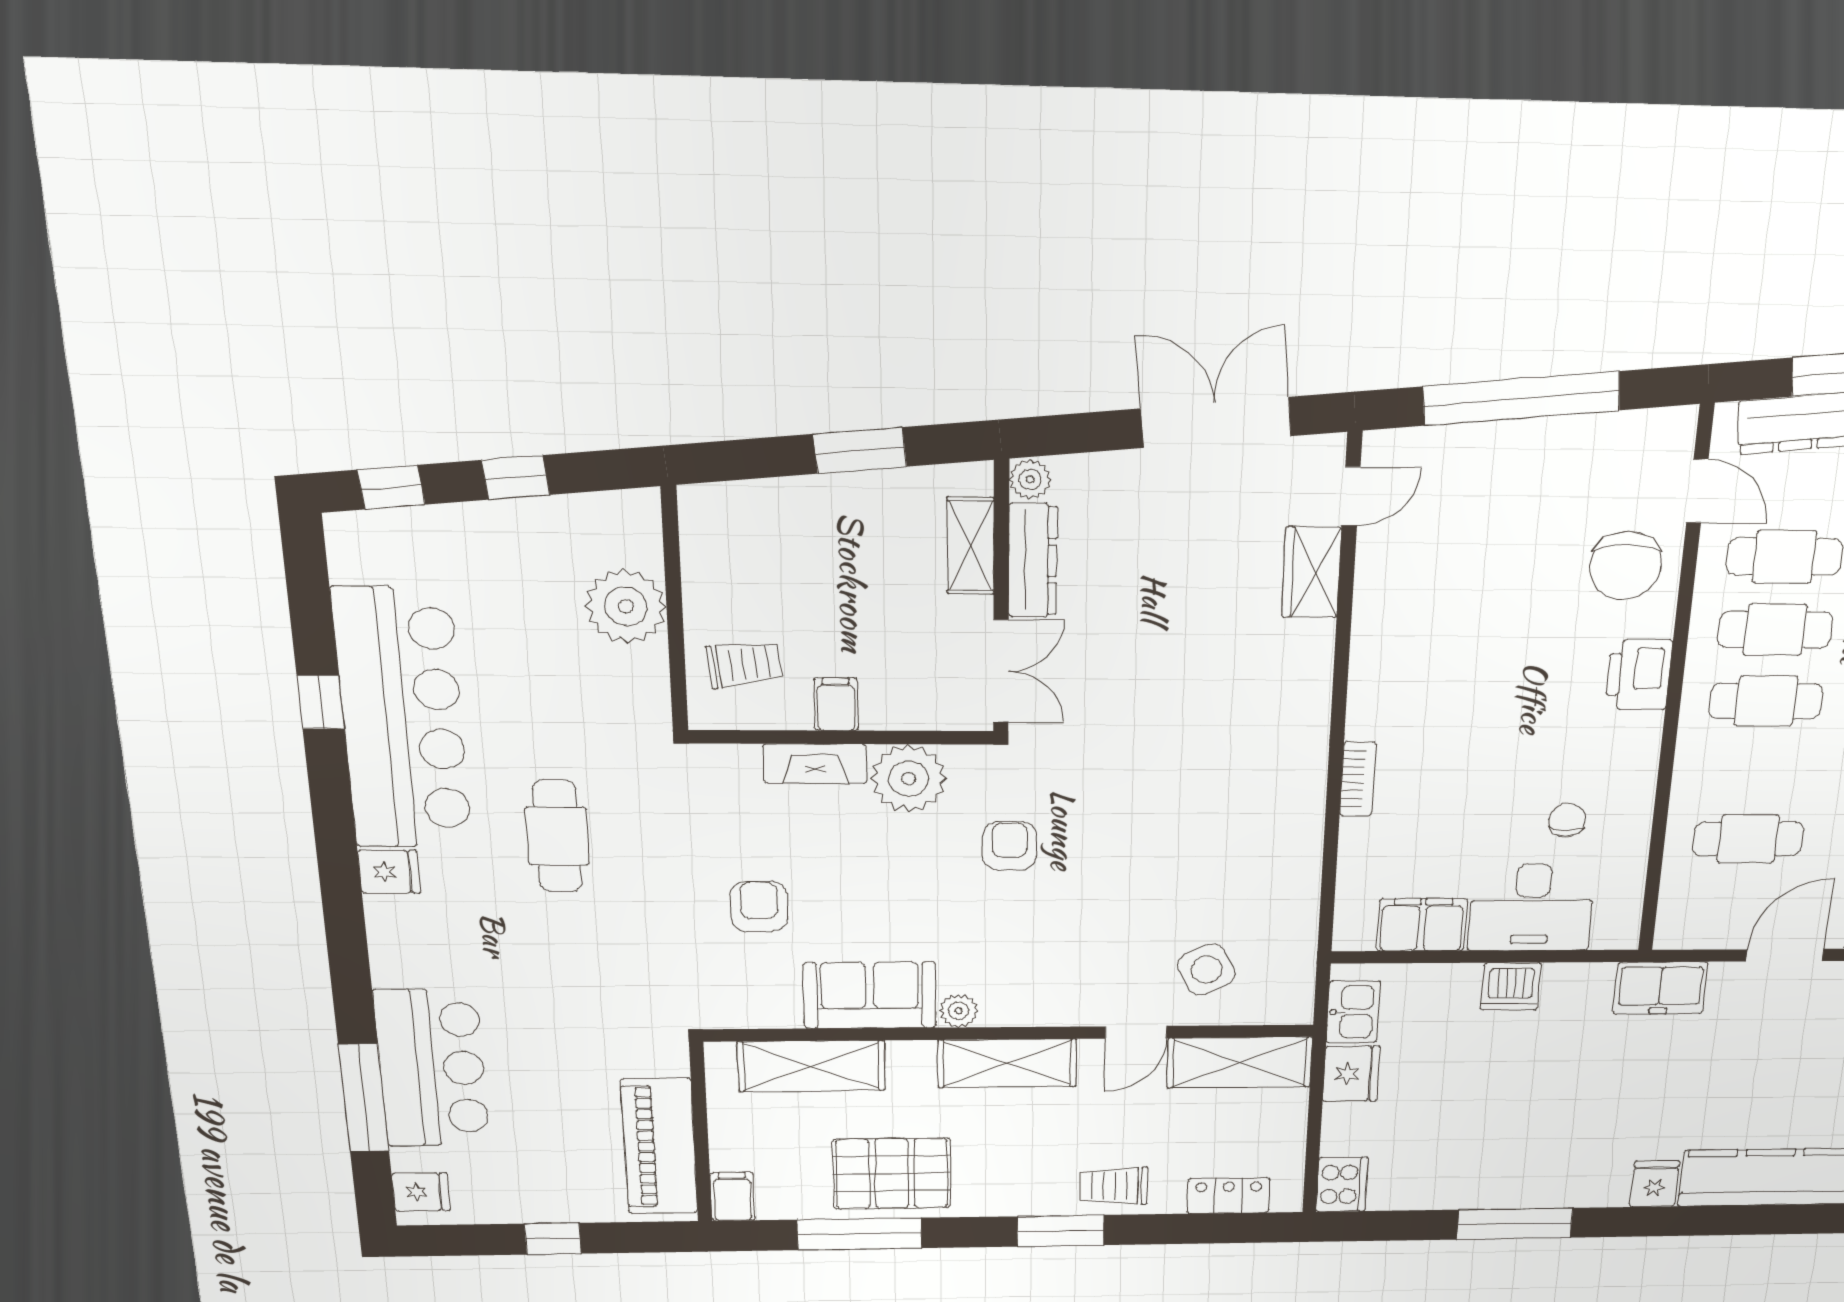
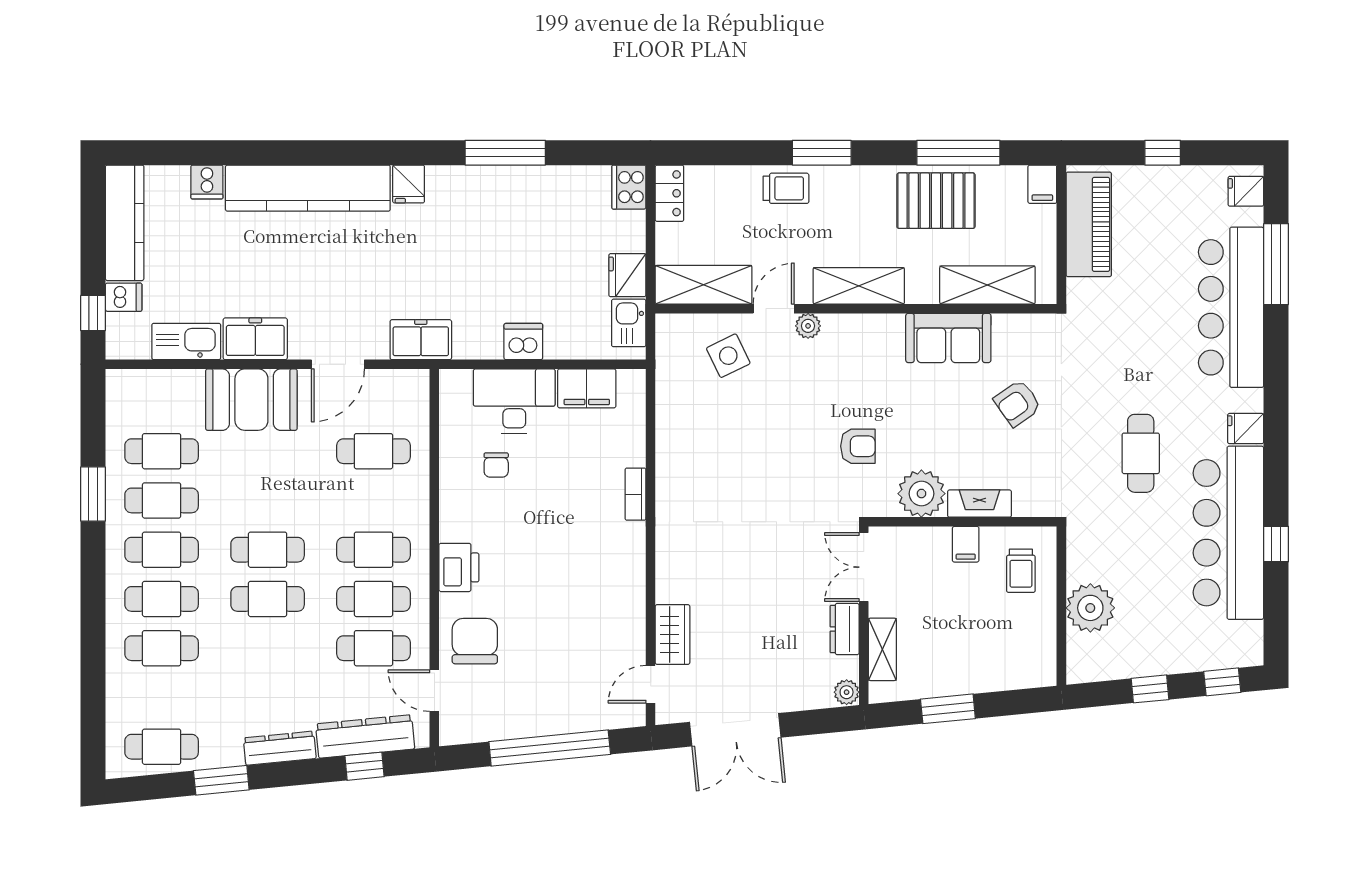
dresser: (1033, 561) -> (845, 629), width x0.70
trolley: (744, 664) -> (1021, 571), turned -83
armchair: (1010, 846) -> (858, 446), turned -90
armchair: (759, 907) -> (1018, 403), turned 55
plant: (959, 1011) -> (808, 326), moved
bar counter: (432, 1068) -> (1231, 307), width x1.36
locker: (1228, 1196) -> (669, 193), moved, turned -90

